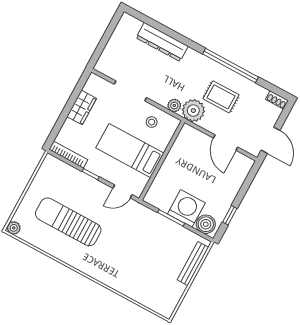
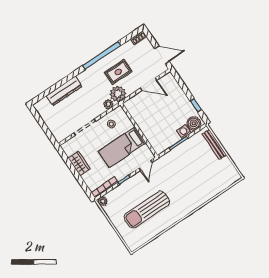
washing machine: (186, 208) -> (184, 132), width x0.53, depth x0.53
plant: (14, 228) -> (103, 201), moved

